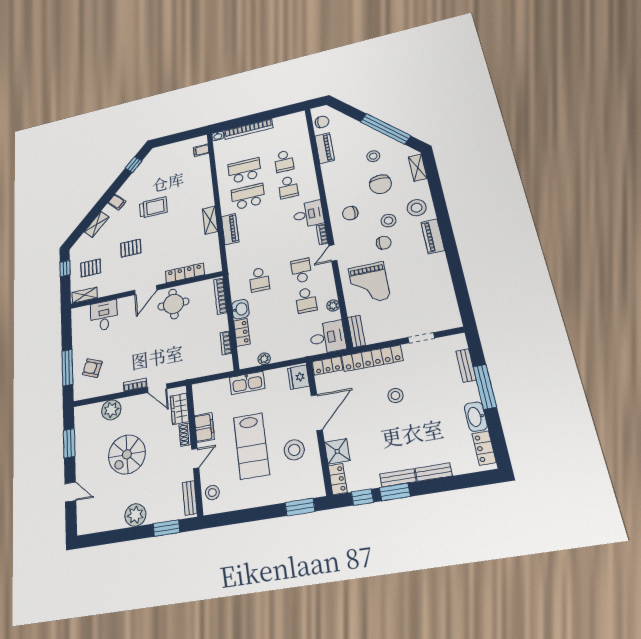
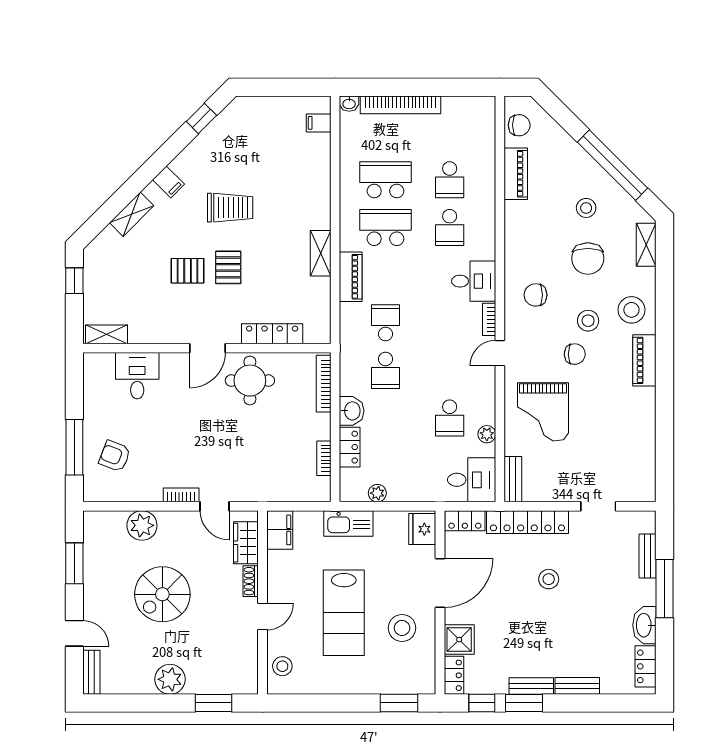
pallet: (91, 268) -> (228, 267), moved, turned 90
school desk: (301, 271) -> (385, 323), moved
filing cabinet: (204, 427) -> (280, 530), moved
bench: (190, 498) -> (91, 672), moved

